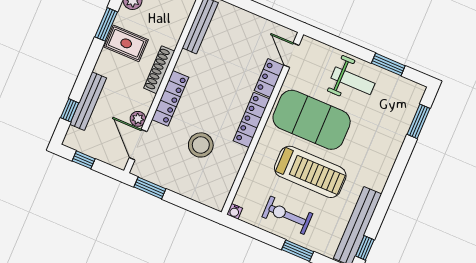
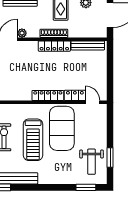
door: (291, 55) -> (93, 102), hinge flipped
weight bench: (353, 81) -> (91, 162), moved
locker: (170, 98) -> (54, 46), moved
stool: (201, 145) -> (22, 74), removed

